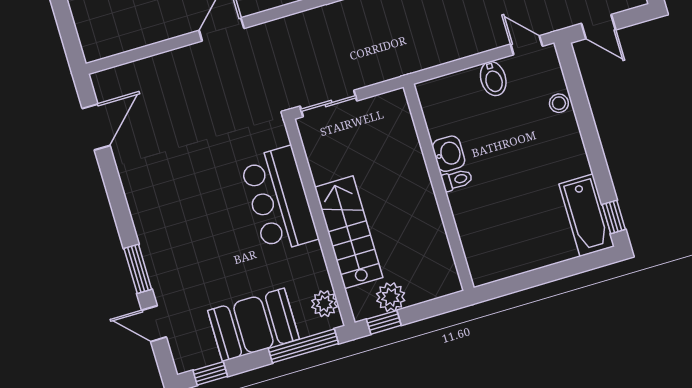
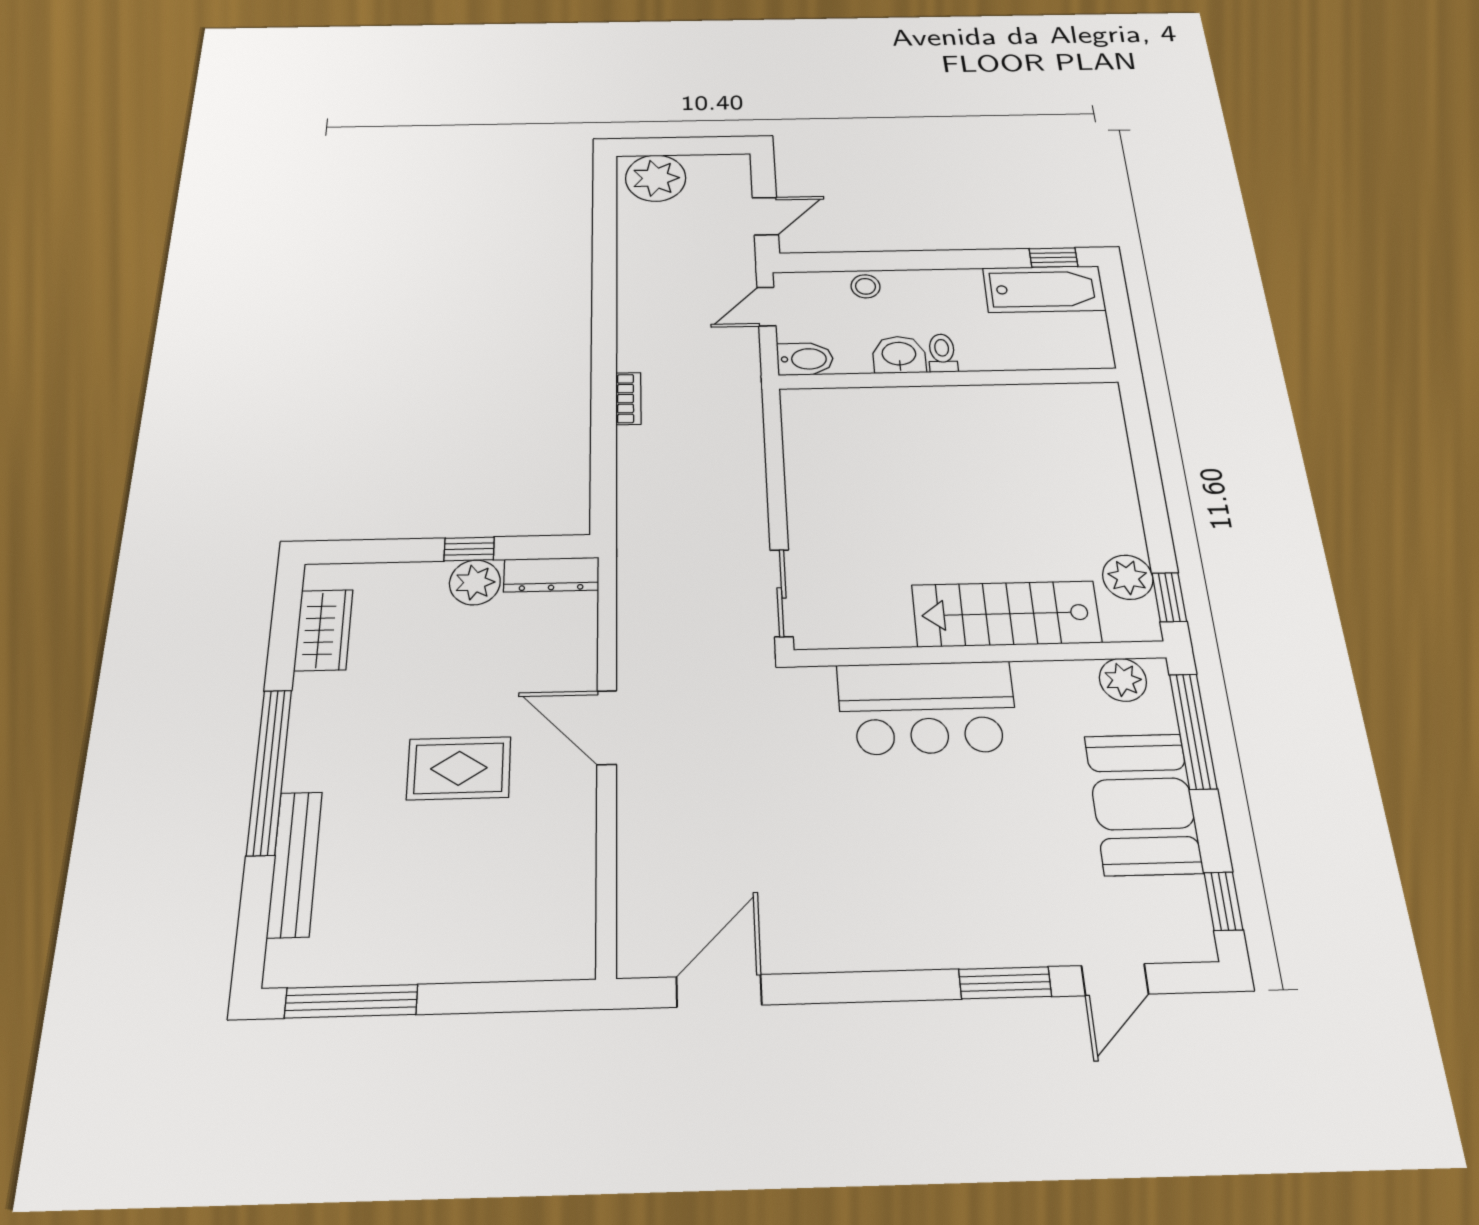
door: (96, 127) -> (719, 991), hinge flipped
washbasin: (449, 154) -> (899, 355), moved
toilet: (457, 180) -> (942, 353), moved
wall: (439, 187) -> (948, 379), moved

